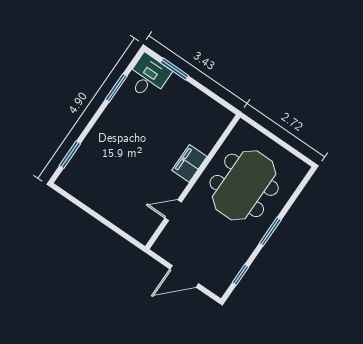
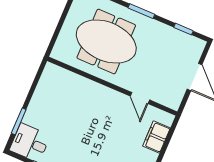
filing cabinet: (189, 163) -> (156, 137), moved, turned 90

